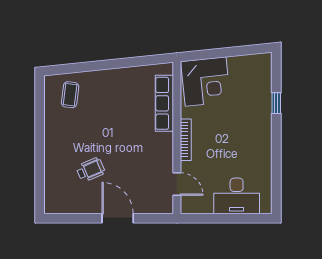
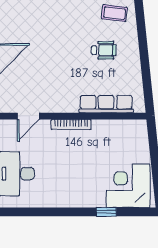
corner desk: (206, 82) -> (128, 186), moved, turned 96
wheelchair: (91, 170) -> (104, 50), moved, turned -67

